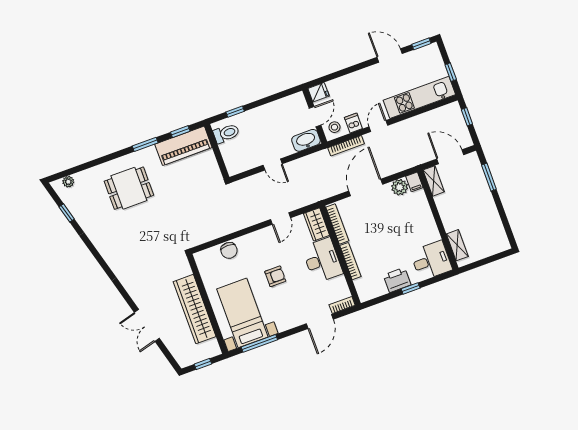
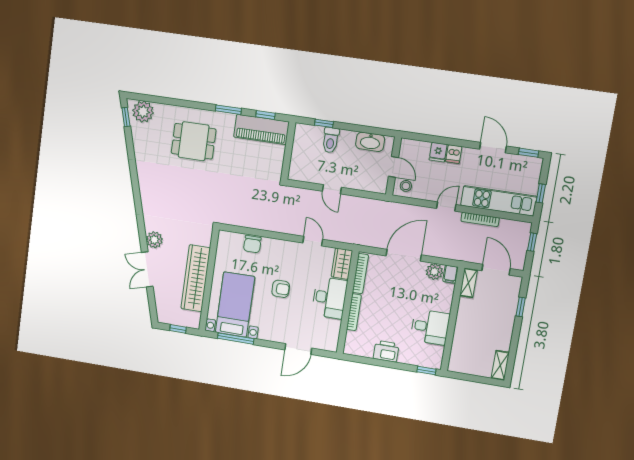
fridge: (319, 92) -> (438, 152), moved, turned 90
door: (315, 117) -> (393, 167), hinge flipped
dishwasher: (353, 123) -> (454, 154), moved, turned 180
toilet: (226, 133) -> (331, 140), moved, turned 90
washbasin: (306, 140) -> (370, 142), moved, turned 180
bookcase: (346, 146) -> (480, 219), moved
window: (489, 177) -> (521, 307), width x0.67
plant: (68, 182) -> (143, 112), width x1.88, depth x1.88
window: (67, 213) -> (126, 117), moved
door: (281, 219) -> (313, 241), swing flipped
shelving: (457, 245) -> (500, 365), moved
desk: (431, 261) -> (430, 327), moved
window: (411, 288) -> (426, 371), moved
plant: (139, 295) -> (154, 240), added
bookcase: (342, 305) -> (326, 346), removed

